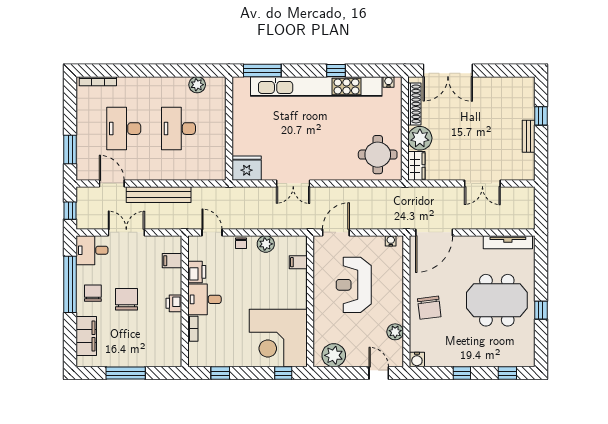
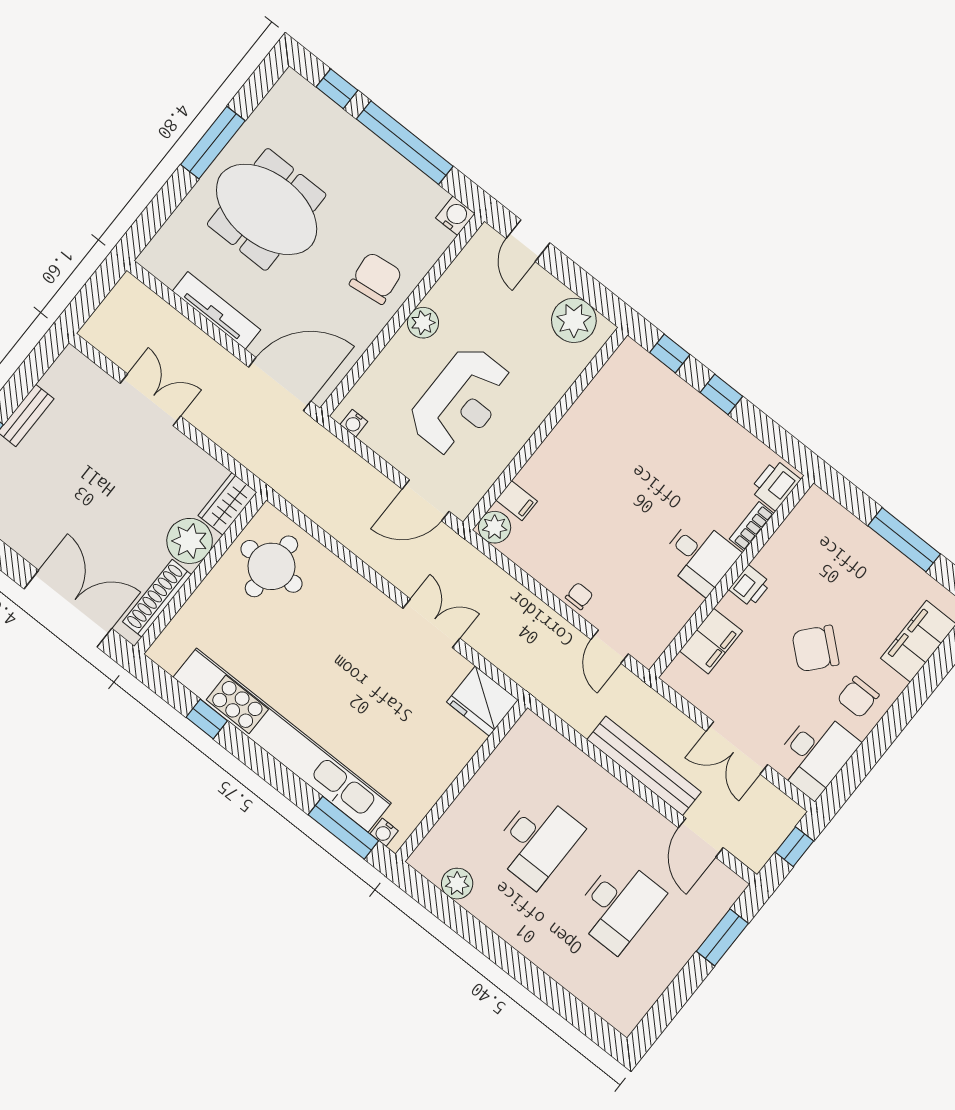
window: (336, 70) -> (207, 719), moved
bookcase: (98, 81) -> (600, 1006), removed
water cooler: (389, 82) -> (384, 832), moved
tv unit: (508, 242) -> (217, 310), moved
plant: (266, 244) -> (495, 527), moved
desk: (92, 250) -> (815, 754), width x1.37
filing cabinet: (172, 261) -> (711, 641), width x2.00
printer: (197, 272) -> (775, 485), moved
window: (70, 284) -> (882, 737), removed
chair: (126, 299) -> (815, 648), turned 41
window: (541, 310) -> (213, 143), width x2.17
plant: (395, 332) -> (423, 323), moved
corner desk: (278, 338) -> (636, 411), removed
window: (220, 373) -> (721, 394), moved
window: (462, 373) -> (405, 143), width x3.17

